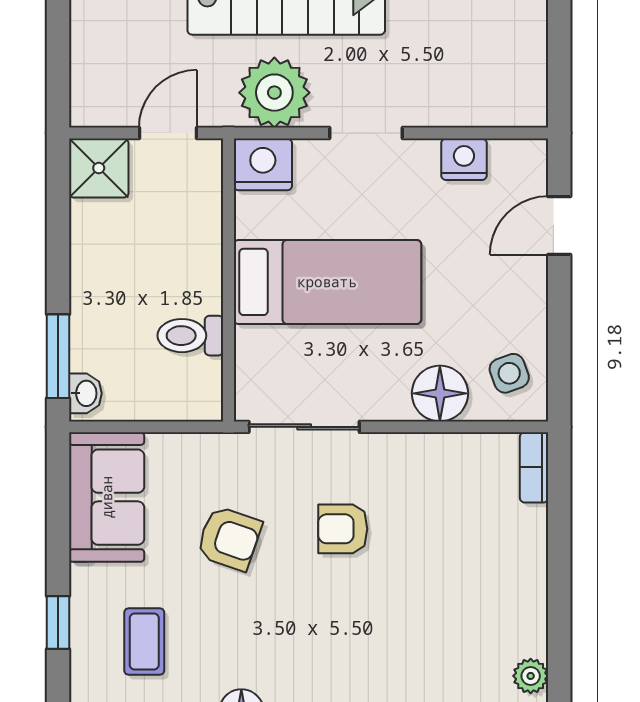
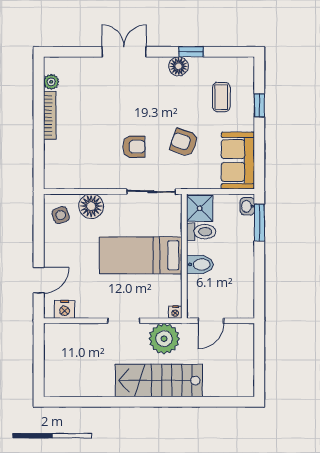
nightstand: (464, 159) -> (65, 309), moved
nightstand: (263, 164) -> (175, 312), width x0.53, depth x0.56
shower: (99, 168) -> (200, 208), moved
bidet: (193, 261) -> (200, 264), added
bookcase: (534, 467) -> (50, 115), moved, width x1.56

